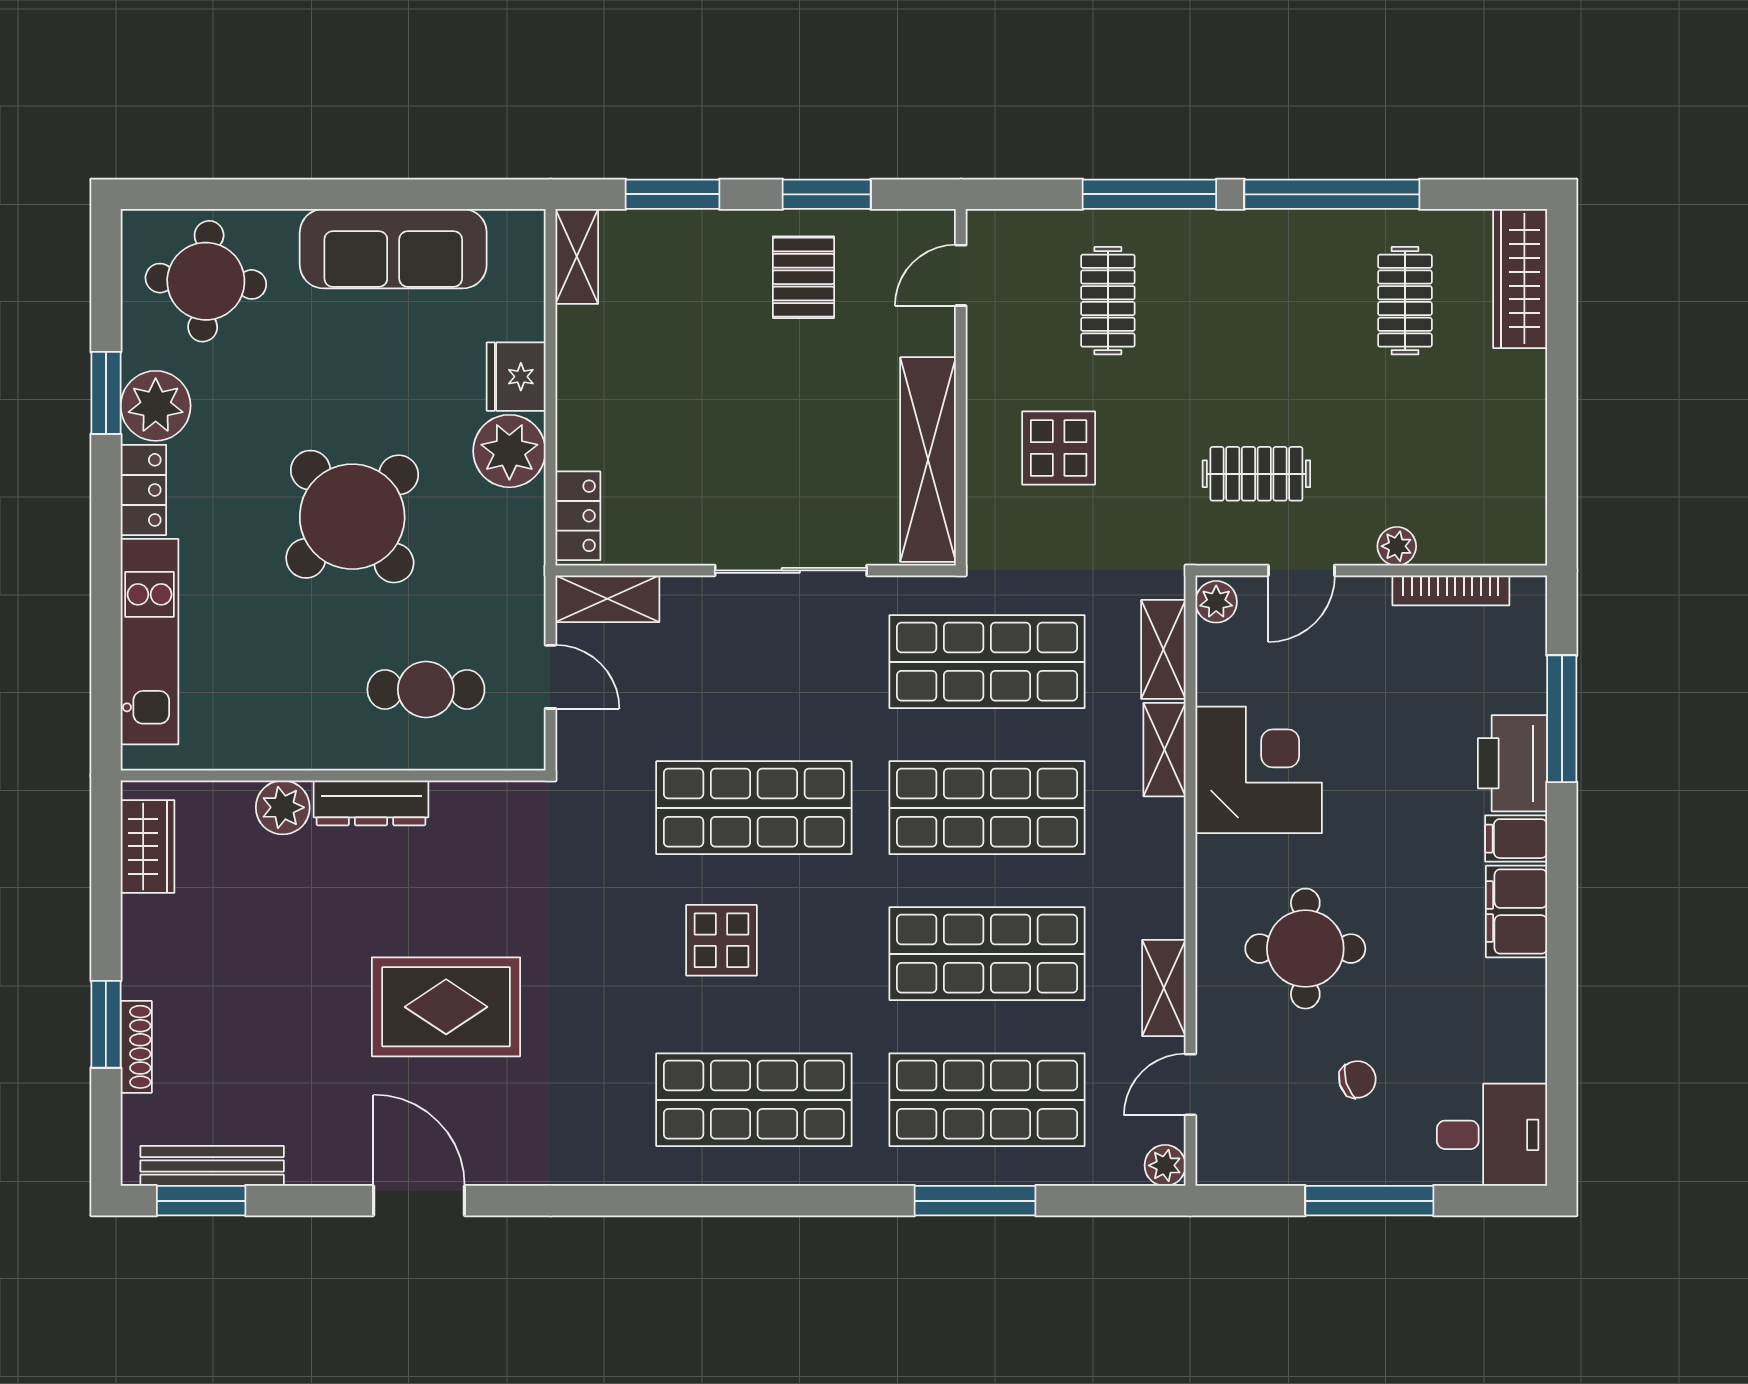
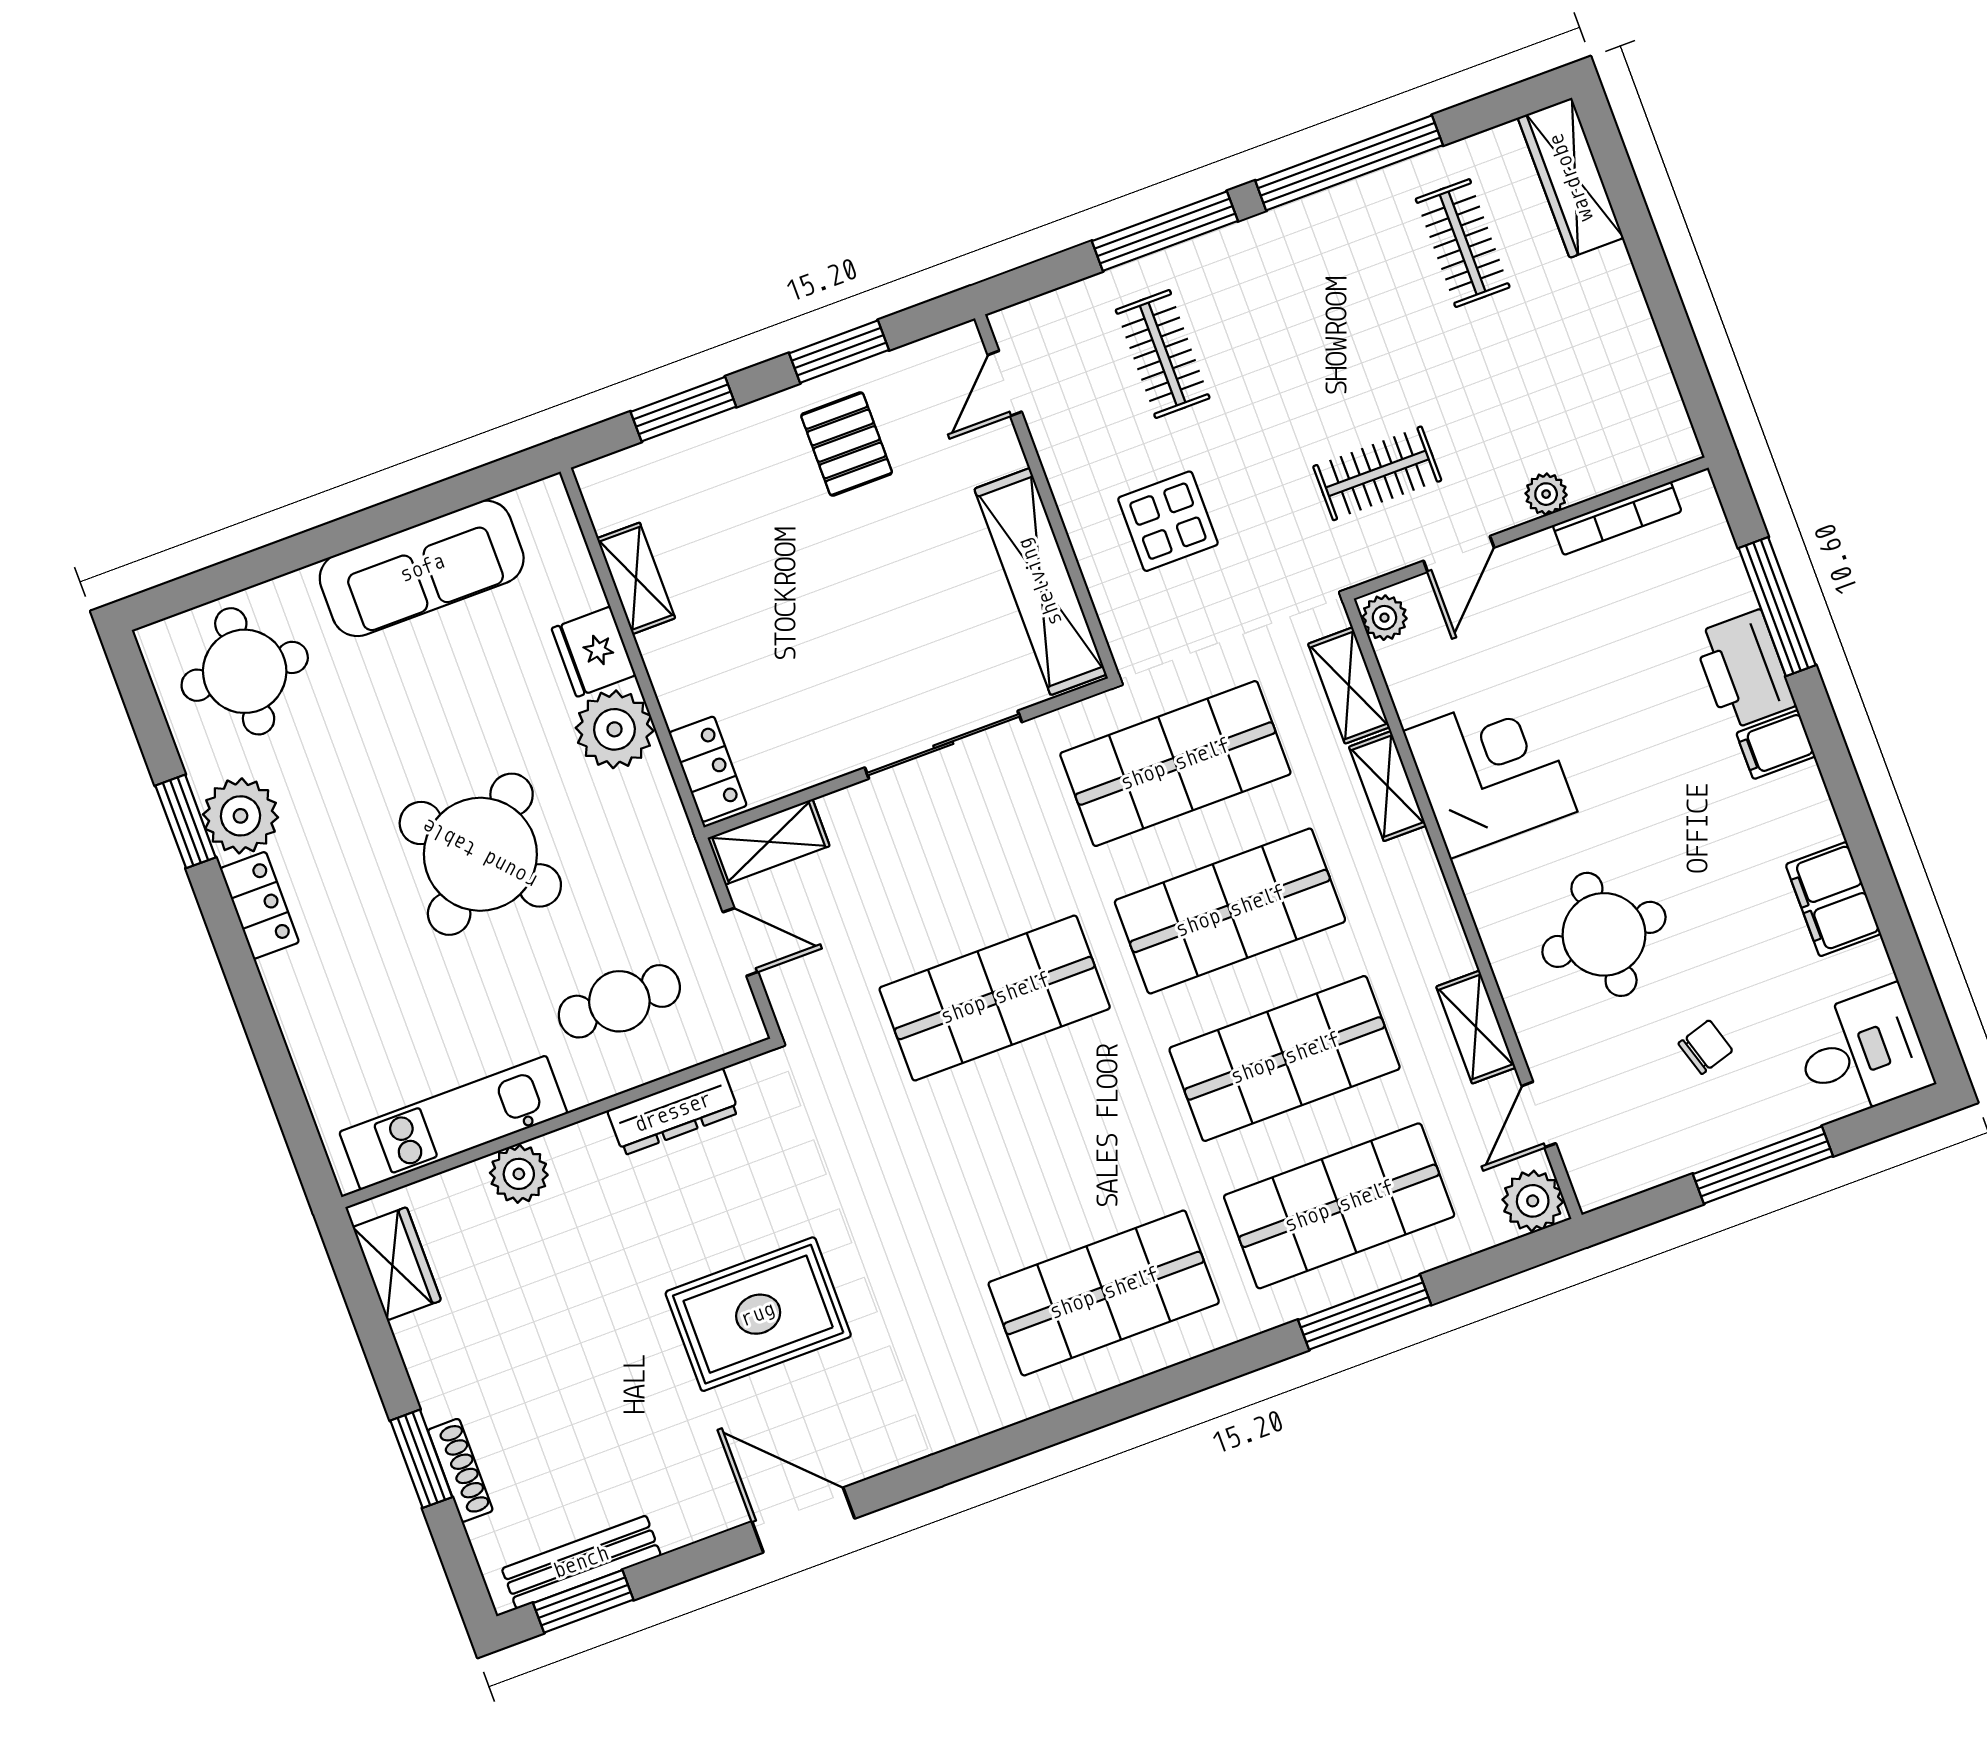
shelving: (577, 256) -> (636, 578), moved
kitchen unit: (150, 642) -> (453, 1123), moved, turned -90
dresser: (371, 803) -> (673, 1112), moved
filing cabinet: (1516, 912) -> (1833, 899), moved
display table: (721, 940) -> (1011, 1144), removed
plant: (1165, 1165) -> (1533, 1201), width x1.38, depth x1.38

